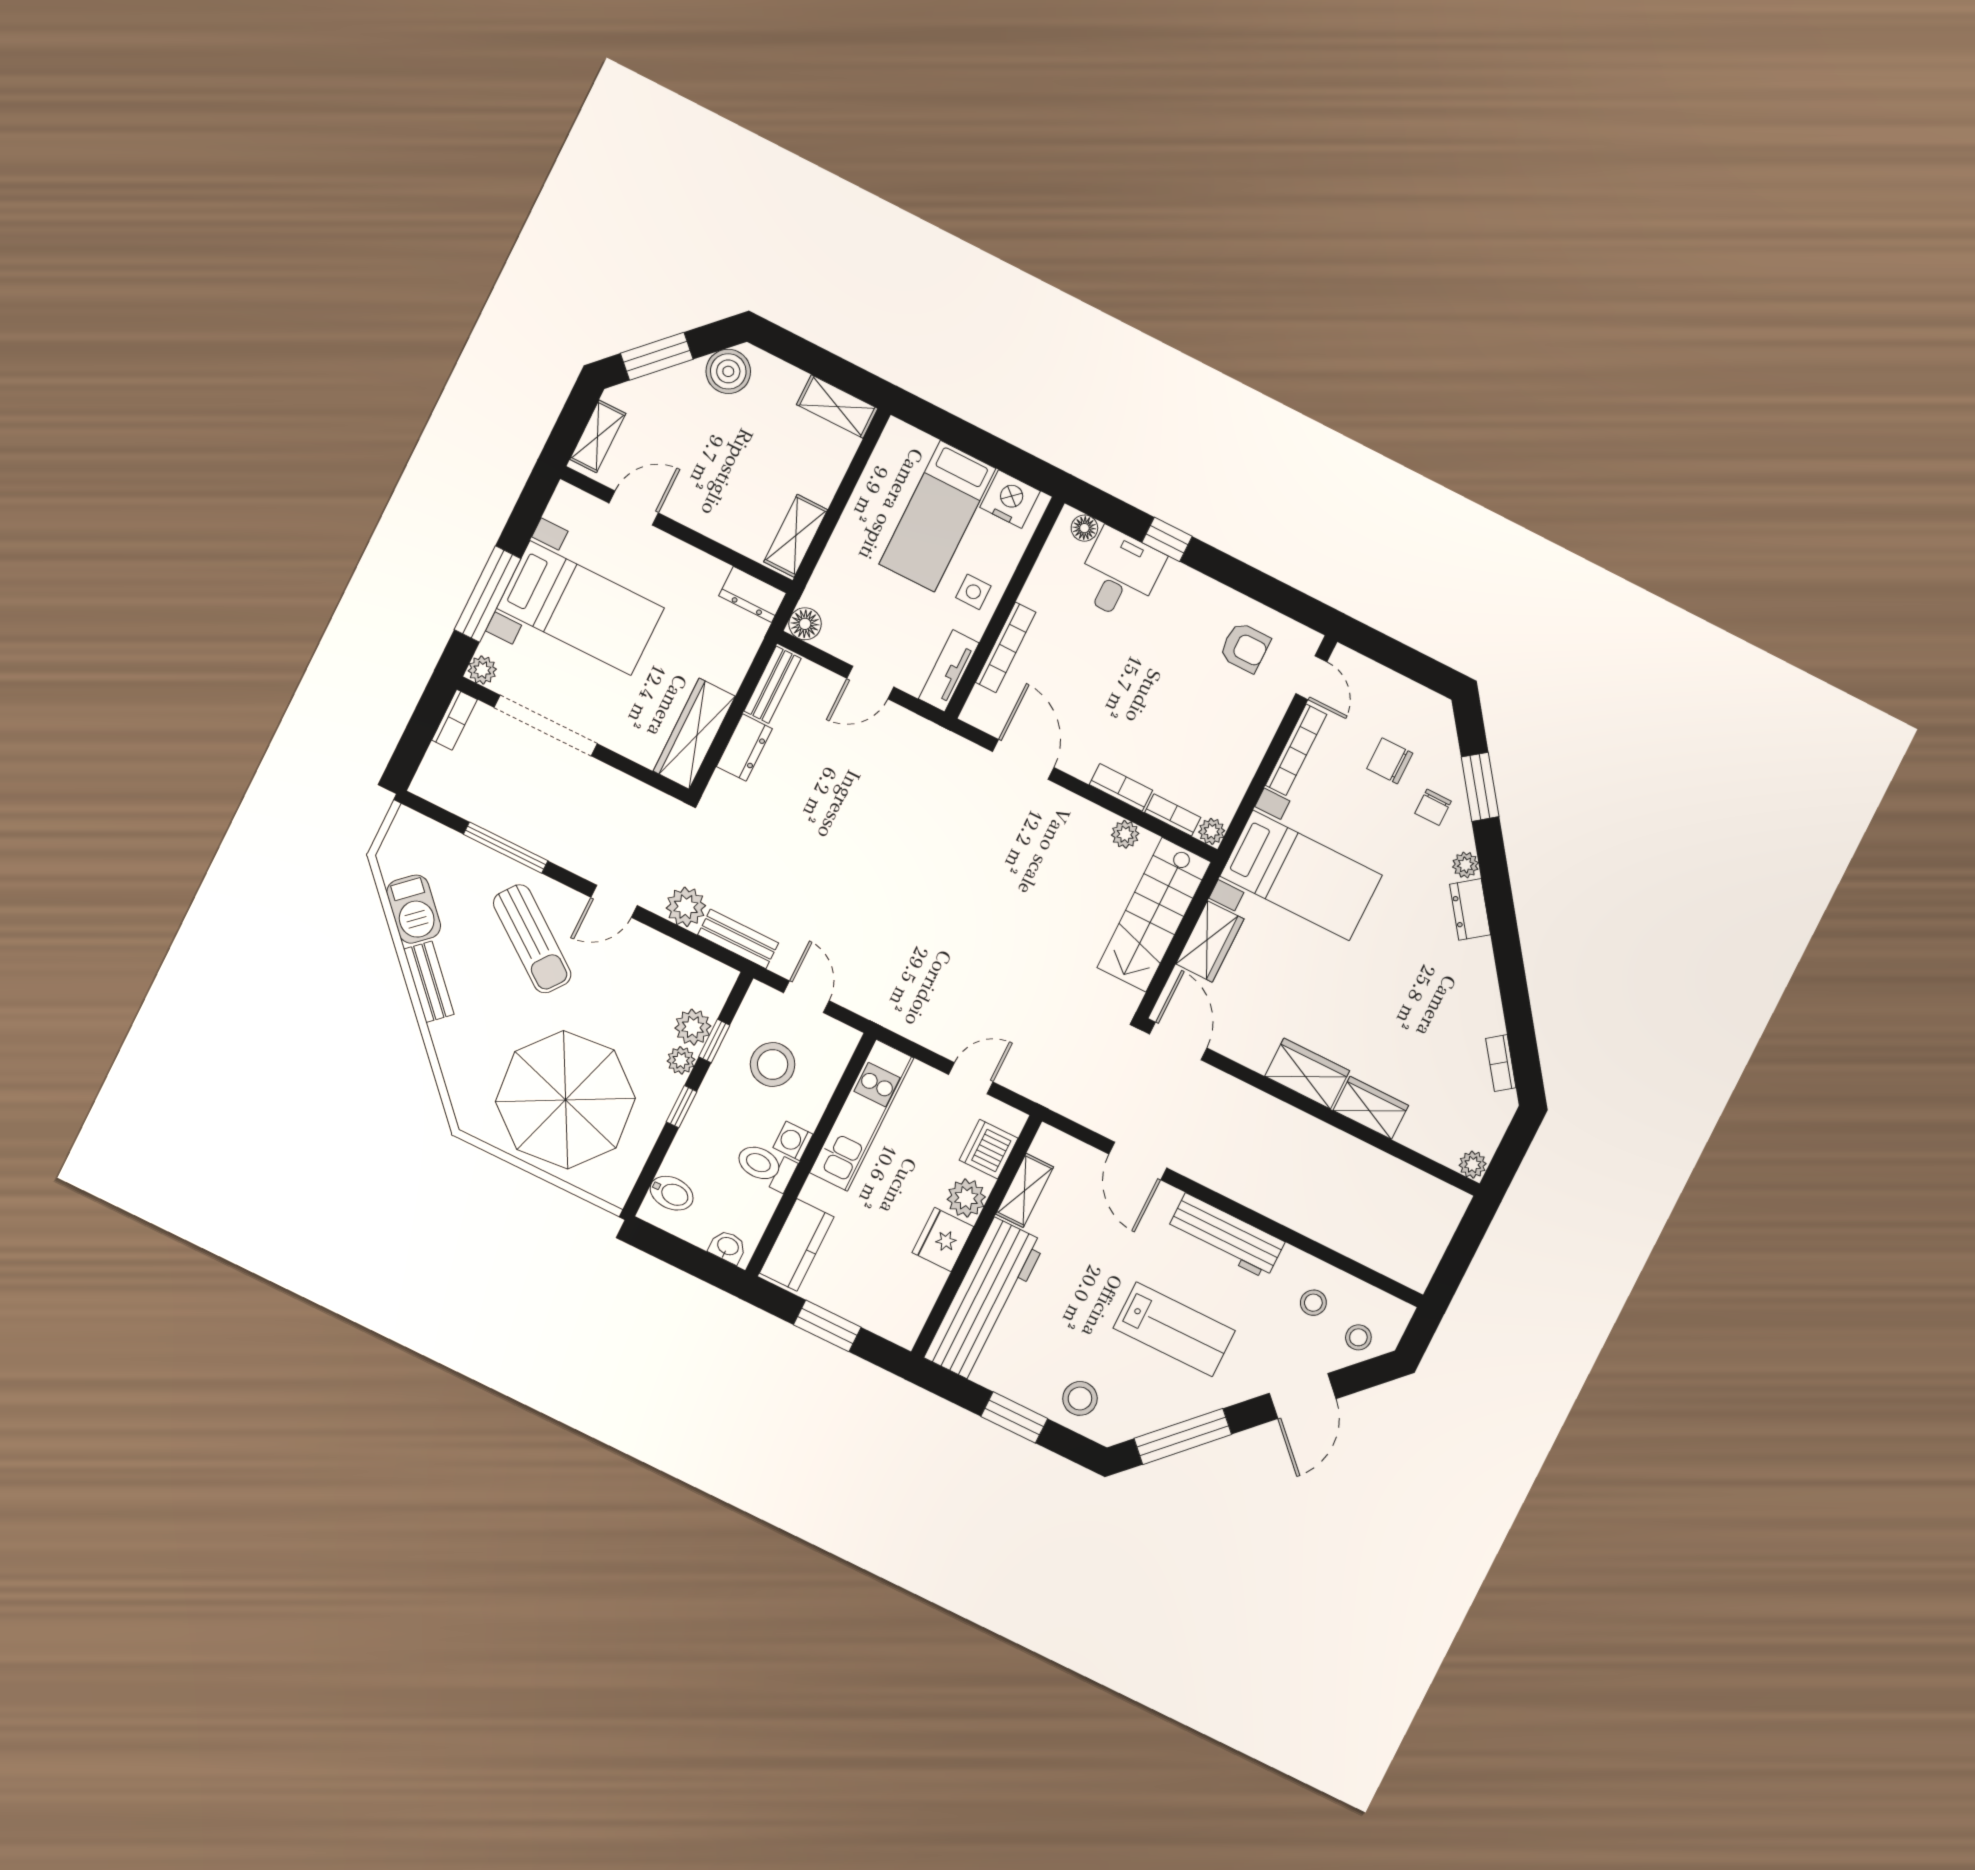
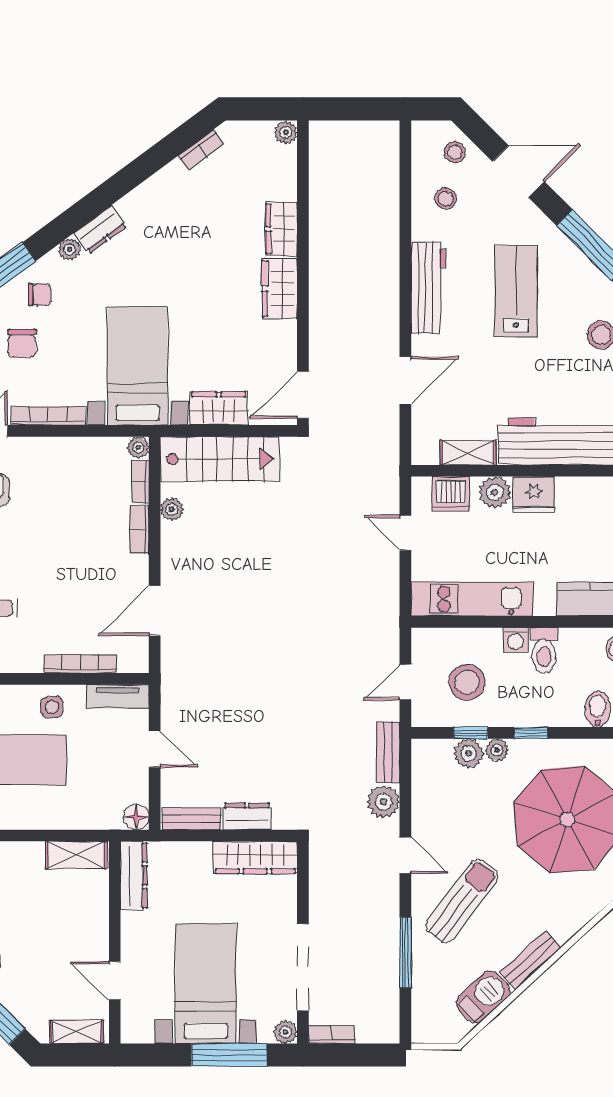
dresser: (753, 594) -> (134, 875), width x1.44

